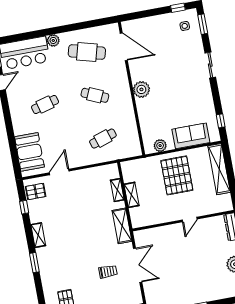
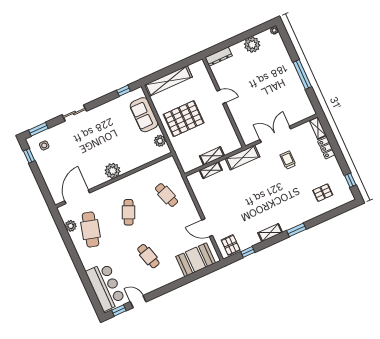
plant: (53, 40) -> (71, 226), moved

